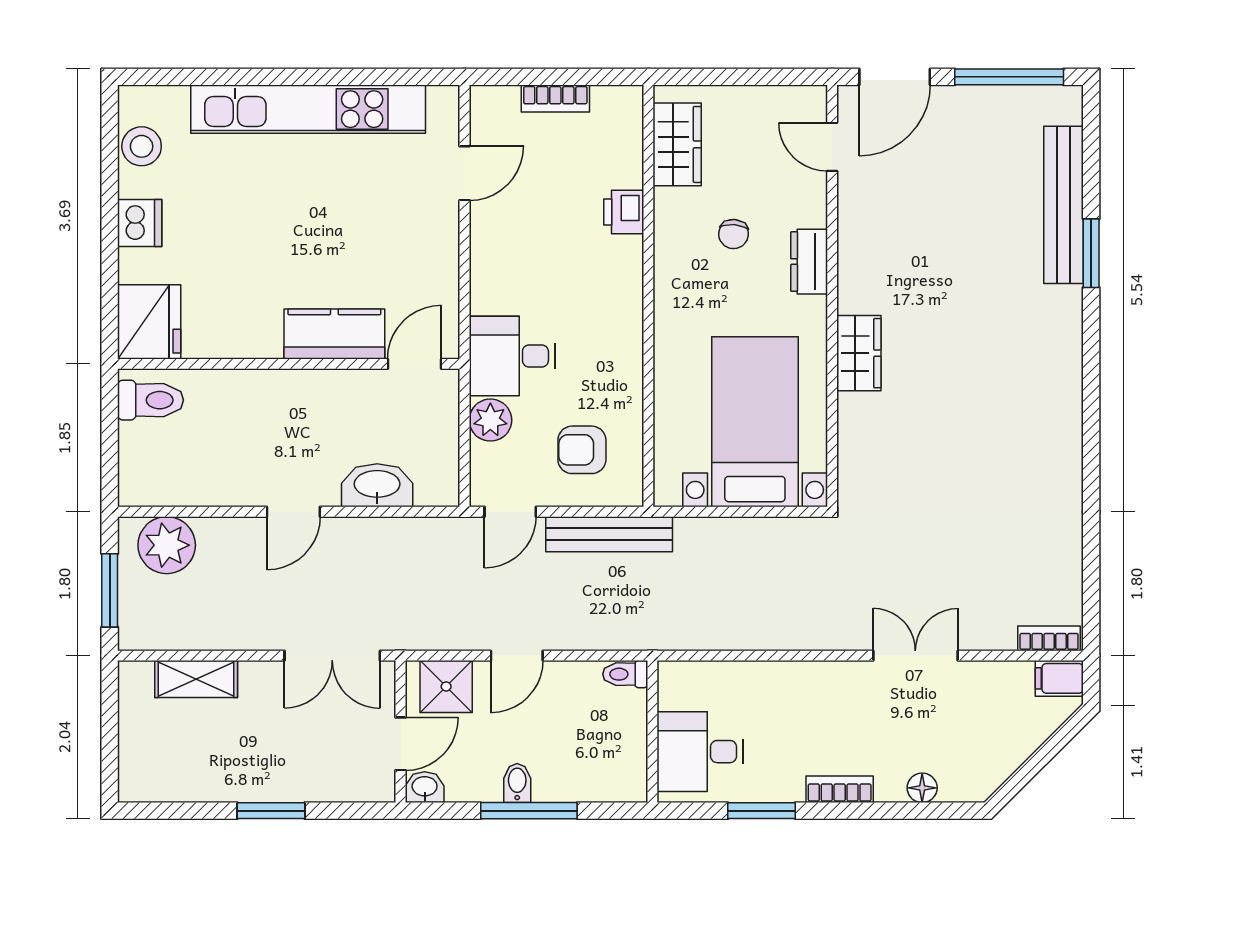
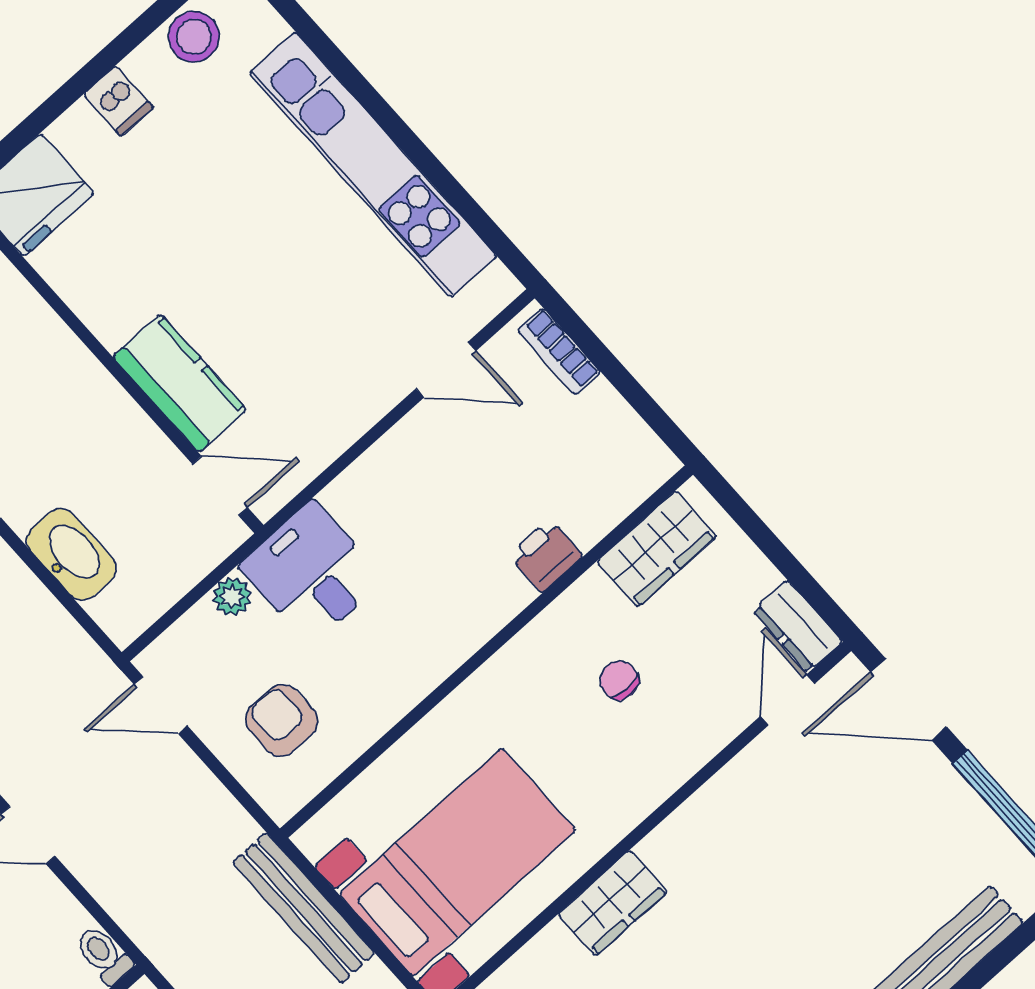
bookcase: (555, 98) -> (559, 351), moved
dishwasher: (140, 223) -> (119, 101), width x0.73
chair: (733, 234) -> (619, 680), turned 85
dresser: (809, 262) -> (797, 626), moved, turned -90
plant: (490, 420) -> (232, 597), width x0.73, depth x0.73
bench: (609, 534) -> (304, 908), moved

